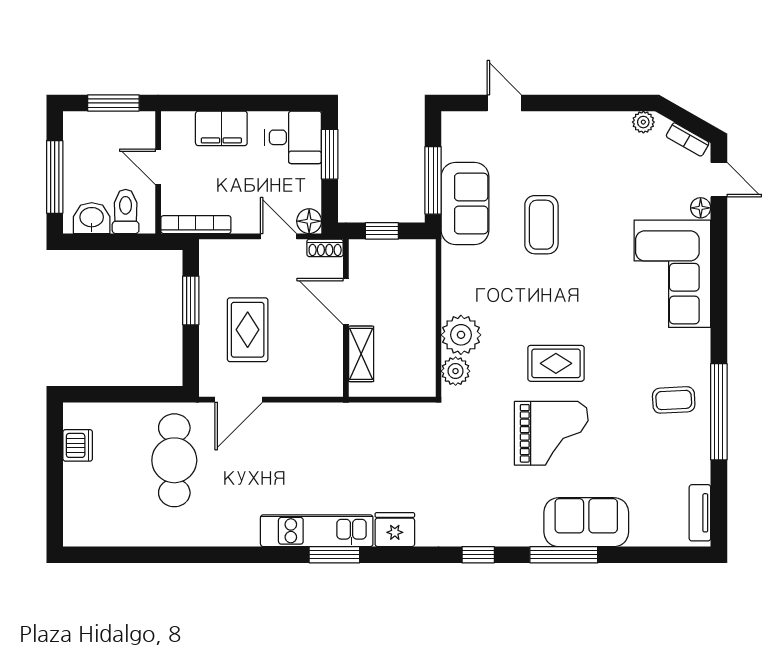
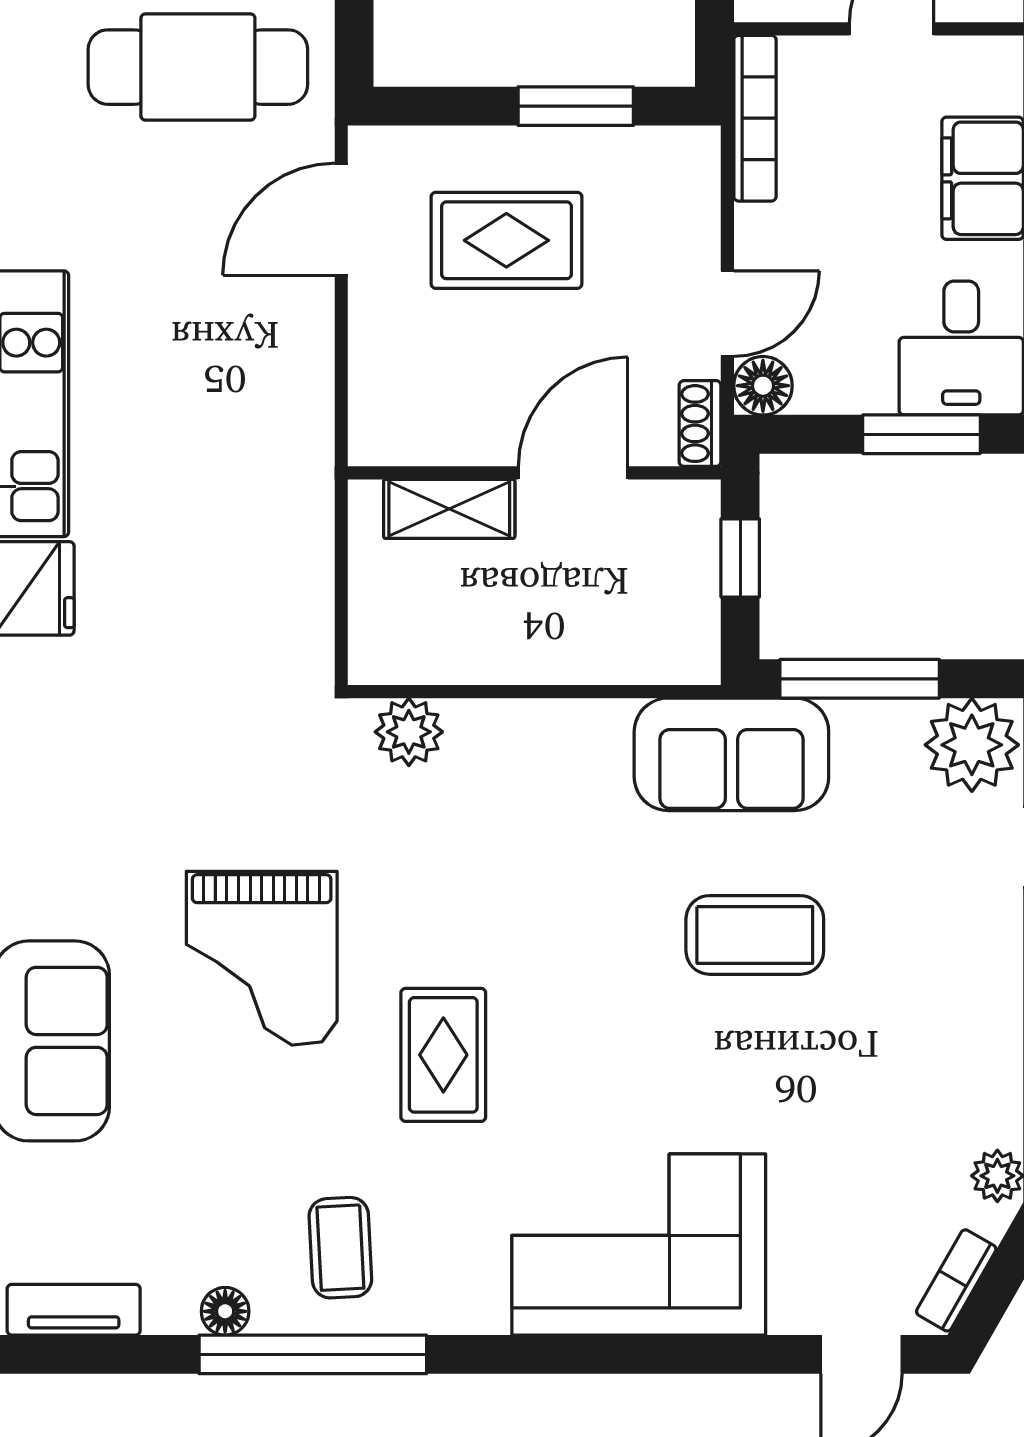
sofa: (465, 203) -> (731, 754), moved
floor lamp: (701, 208) -> (225, 1311), moved
plant: (461, 335) -> (972, 745), moved
rug: (556, 363) -> (443, 1055), moved
door: (239, 400) -> (341, 219), hinge flipped

